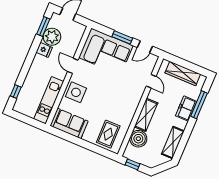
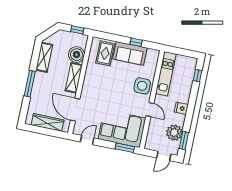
window: (122, 37) -> (125, 148), moved
fridge: (44, 50) -> (181, 108), moved
door: (151, 81) -> (75, 110), width x1.88
window: (199, 105) -> (30, 84), moved
freezer: (186, 109) -> (38, 91), removed
sofa: (69, 123) -> (130, 53), moved
window: (73, 139) -> (136, 42), added

